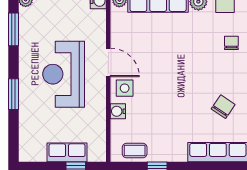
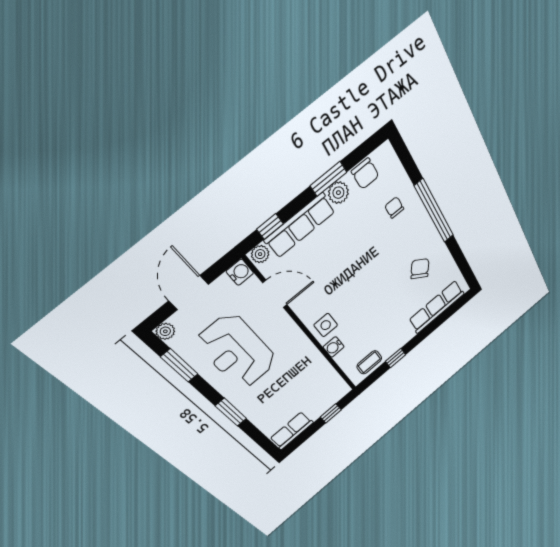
door: (108, 62) -> (275, 294), moved
reception desk: (64, 74) -> (237, 352), moved
row of seats: (67, 152) -> (292, 431), moved

